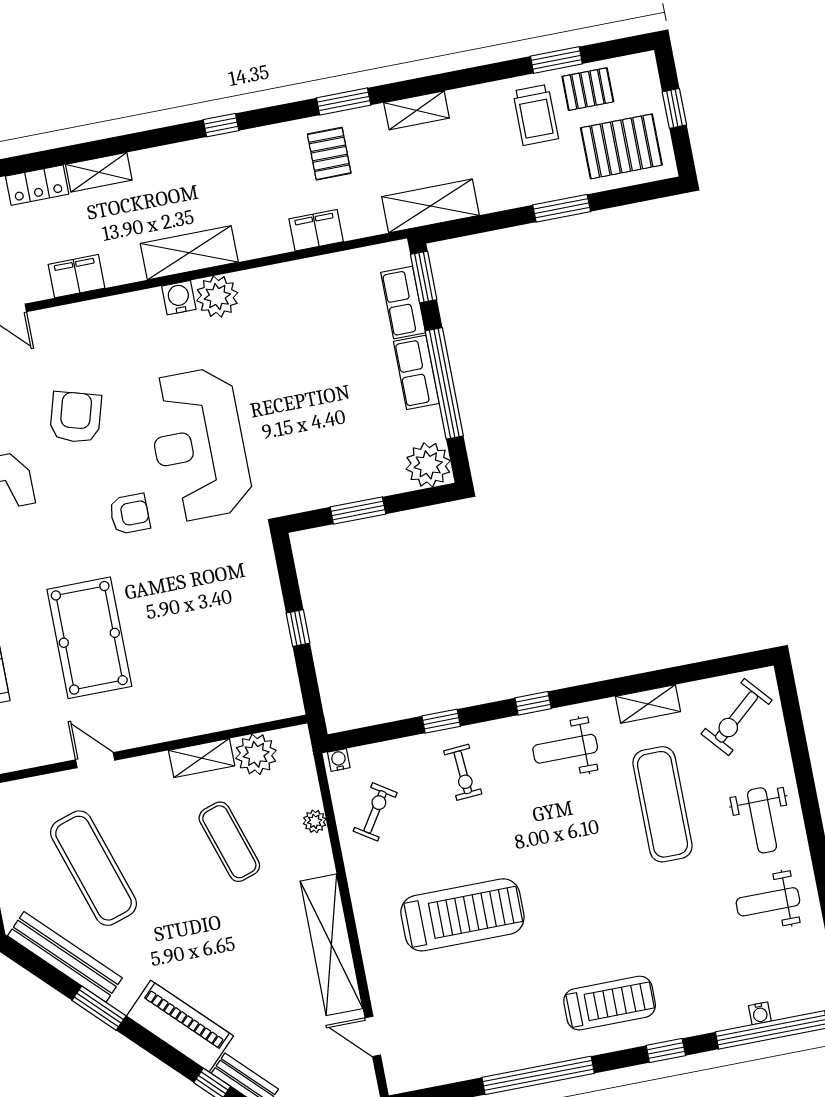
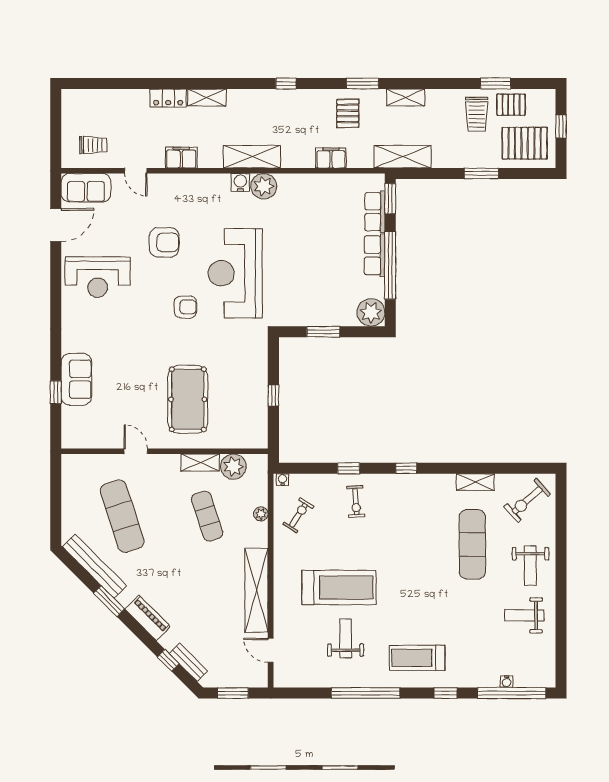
armchair: (76, 417) -> (164, 242), turned 74
pool table: (89, 638) -> (188, 399), moved
weight bench: (565, 749) -> (346, 638), moved, turned 90
treadmill: (610, 1003) -> (417, 658), turned 180
piano: (180, 1026) -> (148, 618), width x0.73, depth x0.75

